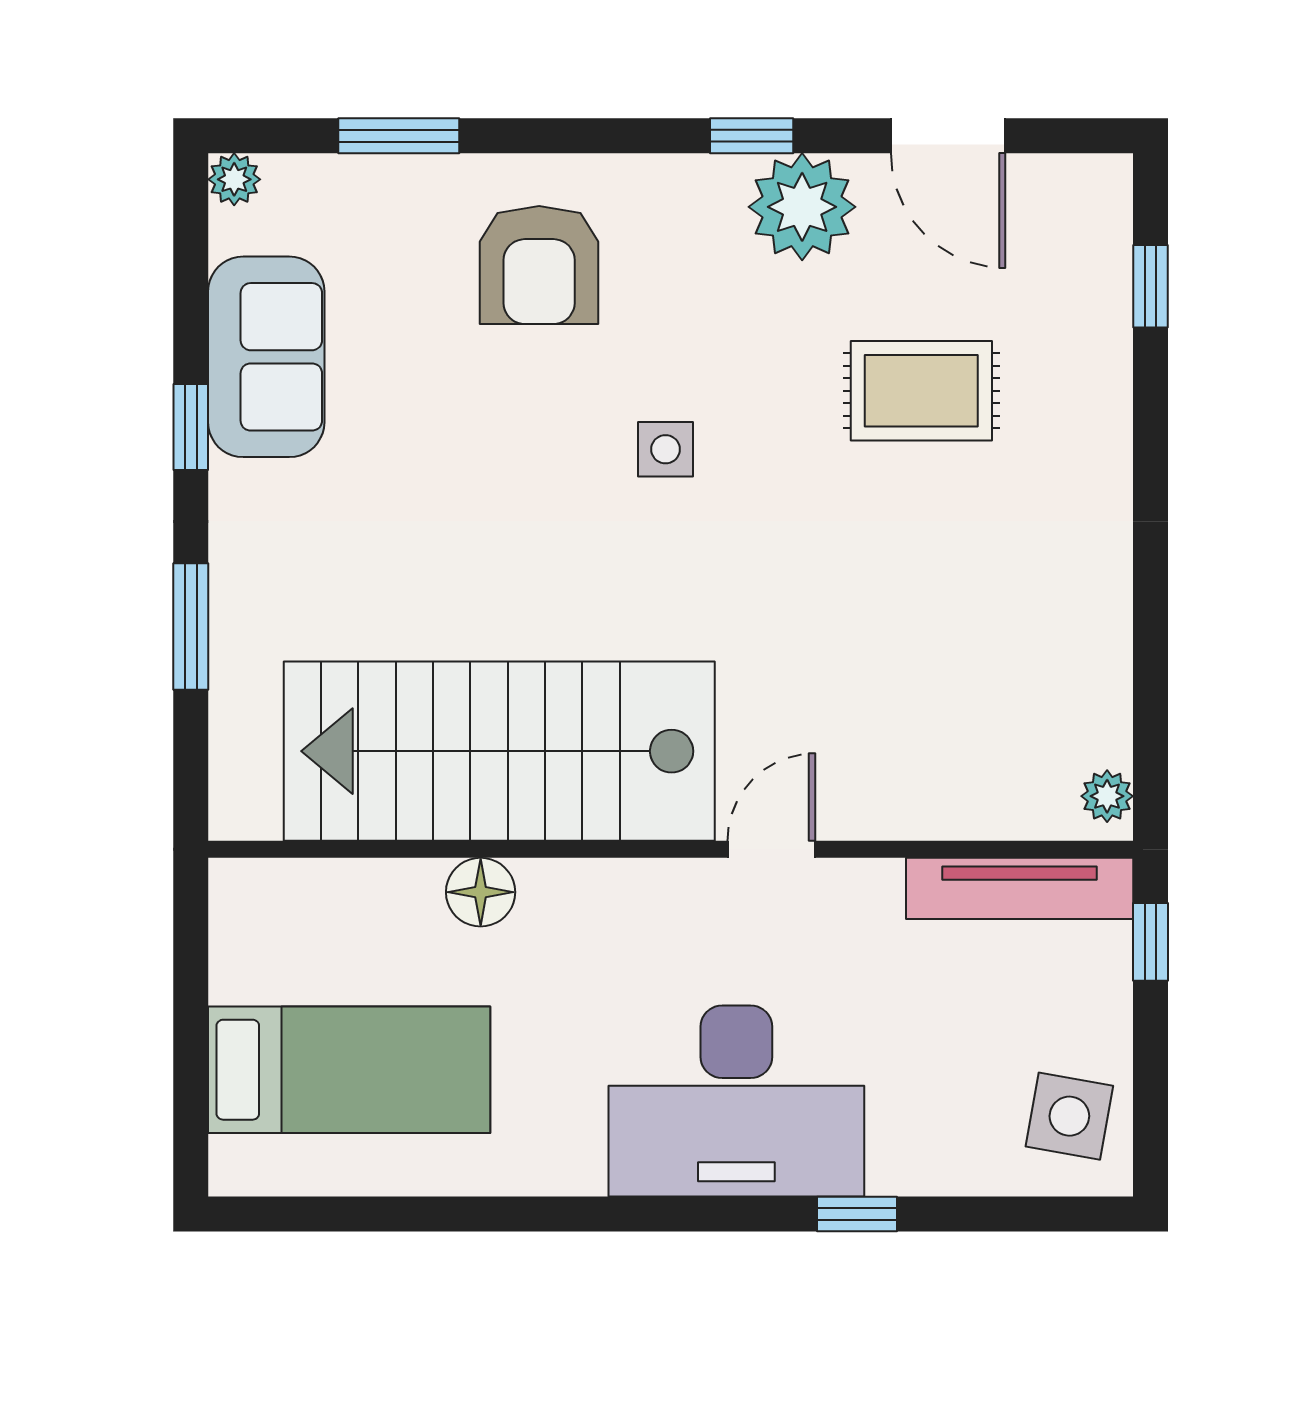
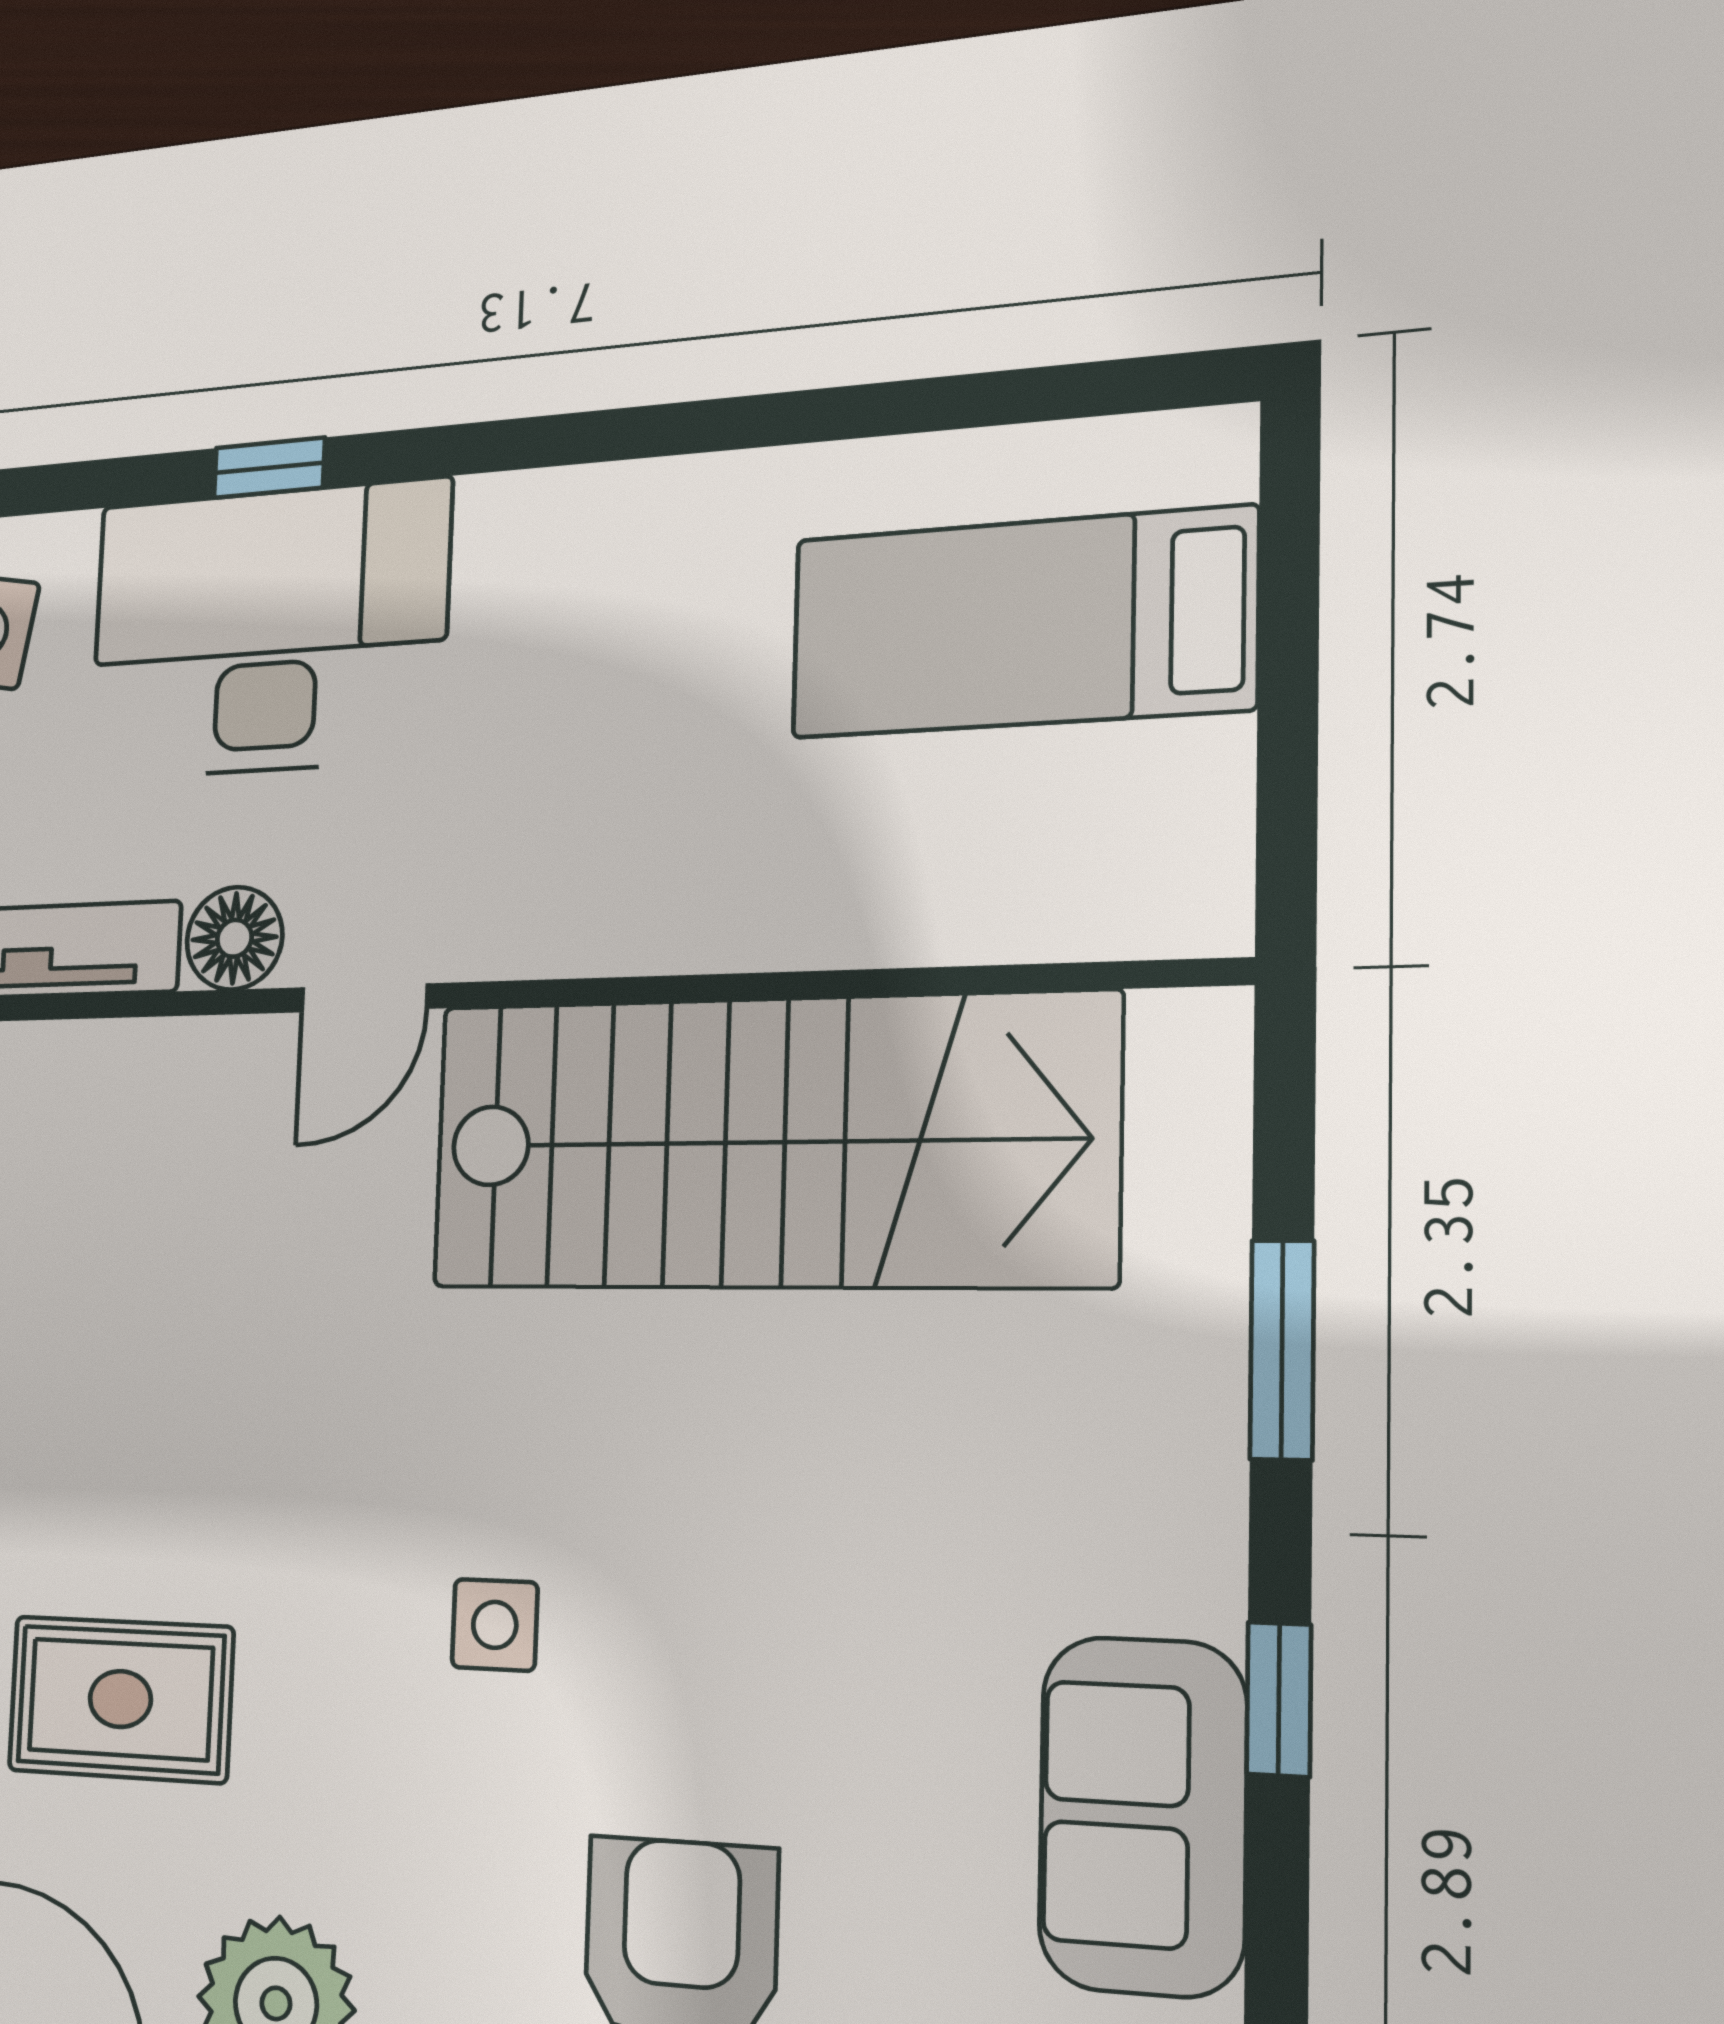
floor lamp: (481, 892) -> (234, 938), moved
desk: (736, 1101) -> (268, 630), moved

